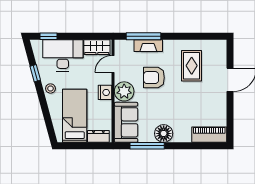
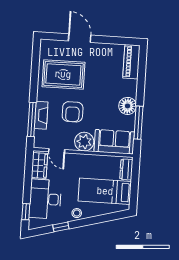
rug: (192, 66) -> (63, 74), width x1.36, depth x1.43
nightstand: (105, 92) -> (84, 160), removed

